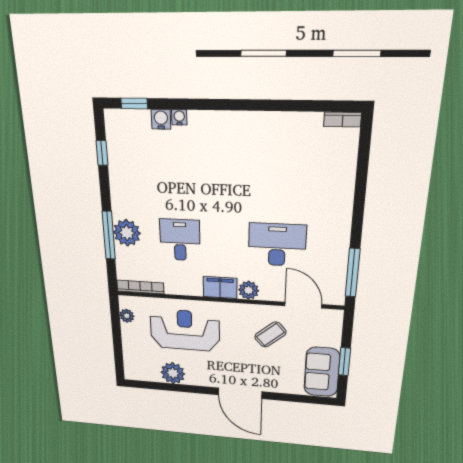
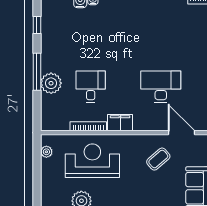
window: (109, 235) -> (37, 72), moved
bookcase: (140, 287) -> (88, 126), moved
plant: (249, 290) -> (141, 123), removed

